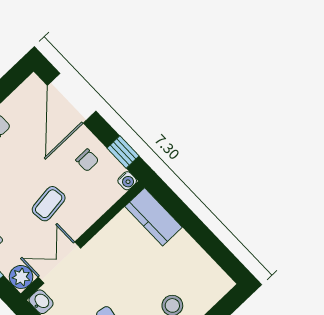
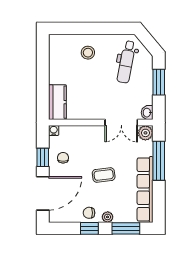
window: (123, 152) -> (43, 157), moved
coffee table: (49, 204) -> (104, 175), moved

